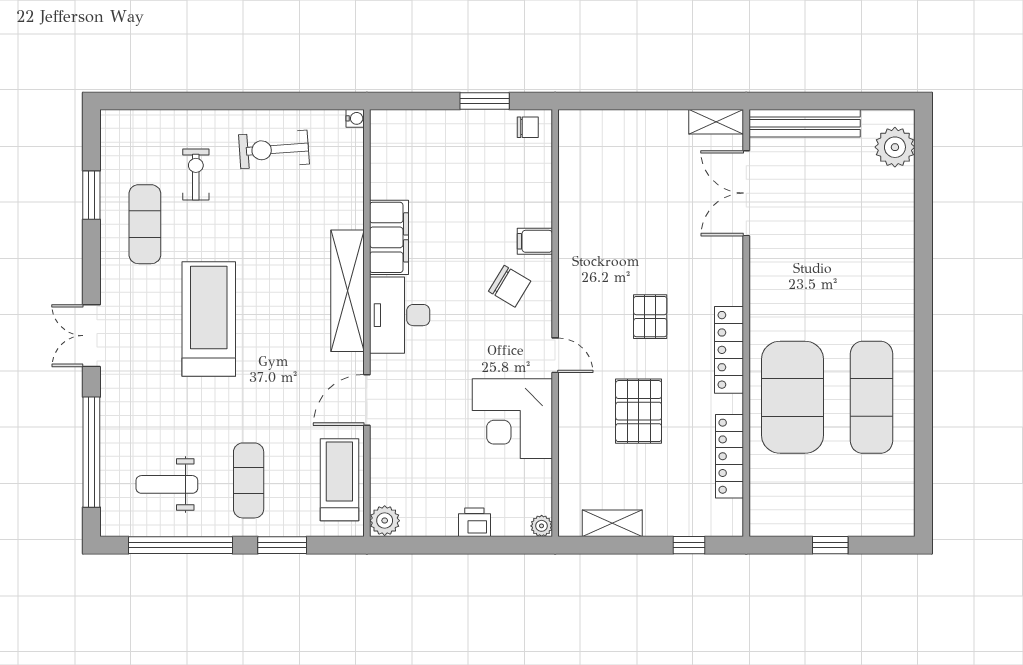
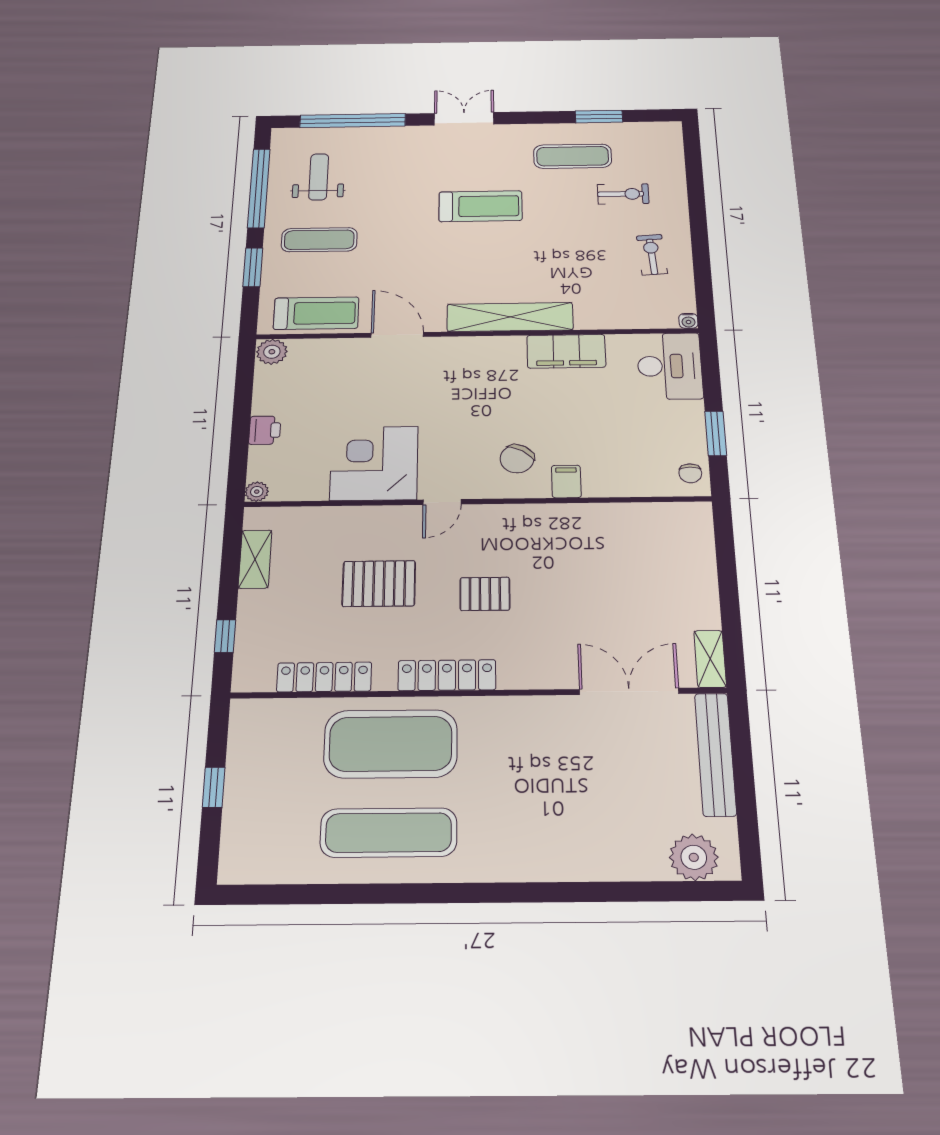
exercise bike: (274, 149) -> (652, 255), width x0.73, depth x0.72
desk: (400, 315) -> (670, 366), moved, turned 90
treadmill: (209, 319) -> (480, 206), width x0.73, depth x0.73

